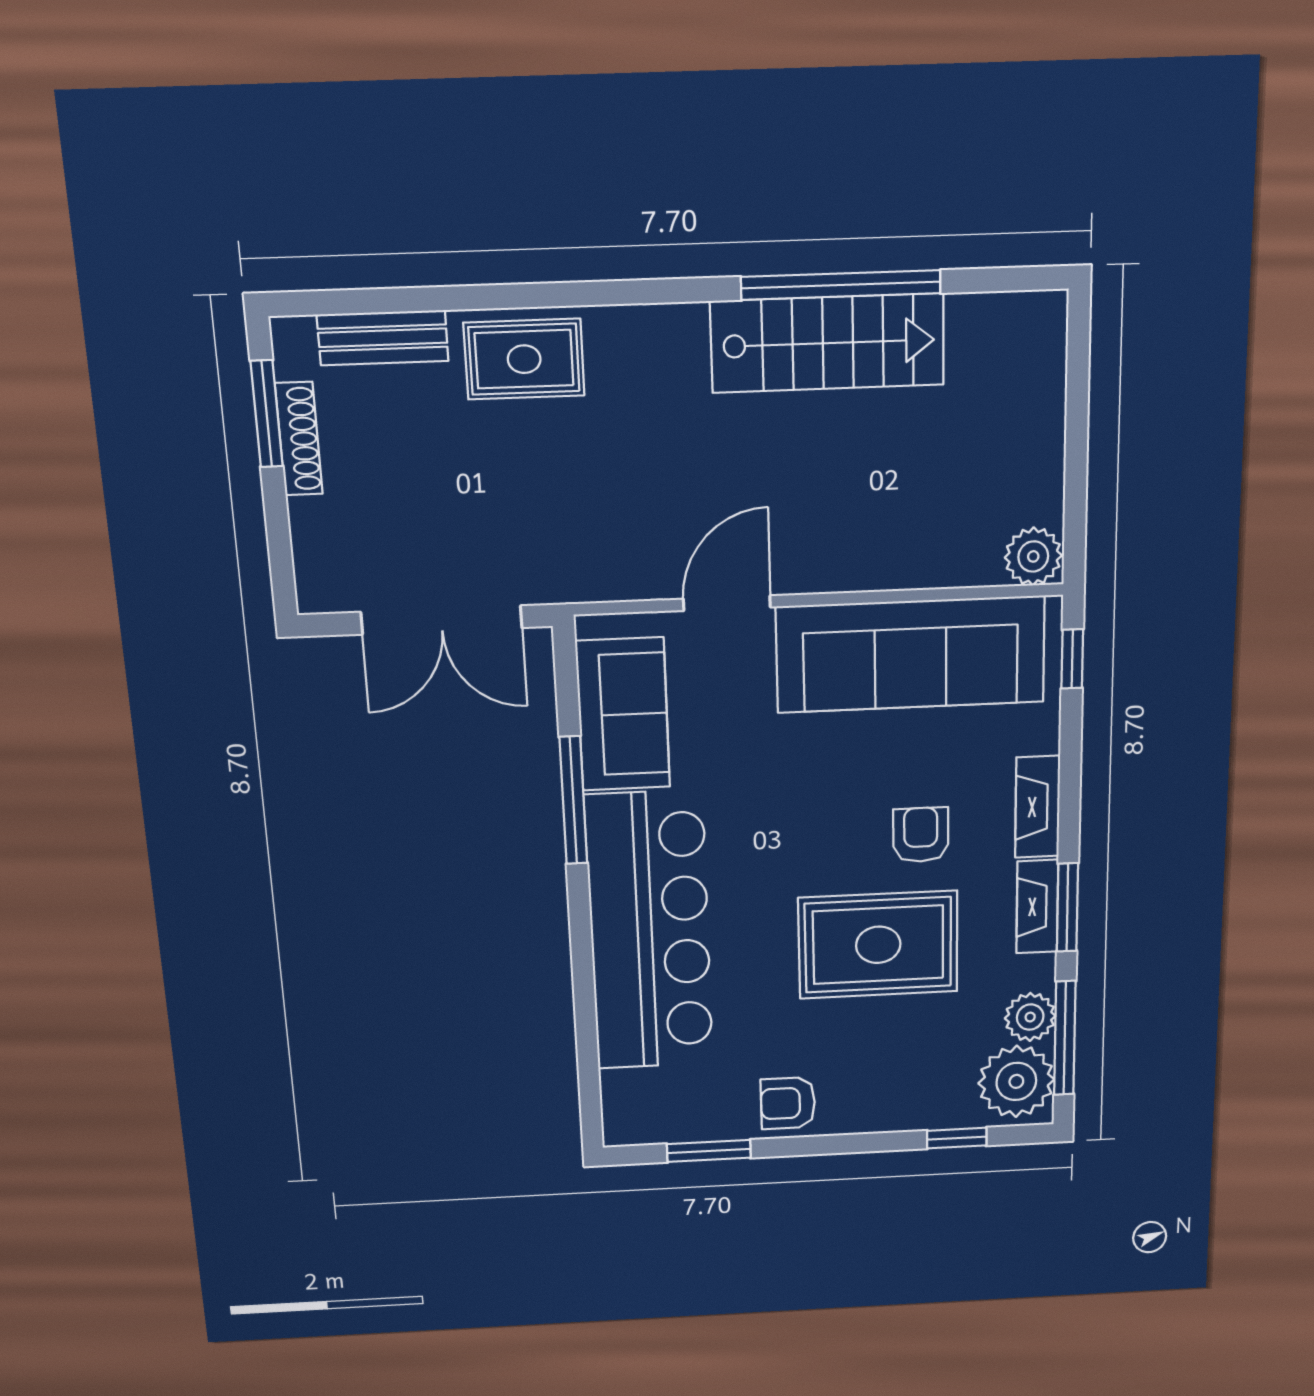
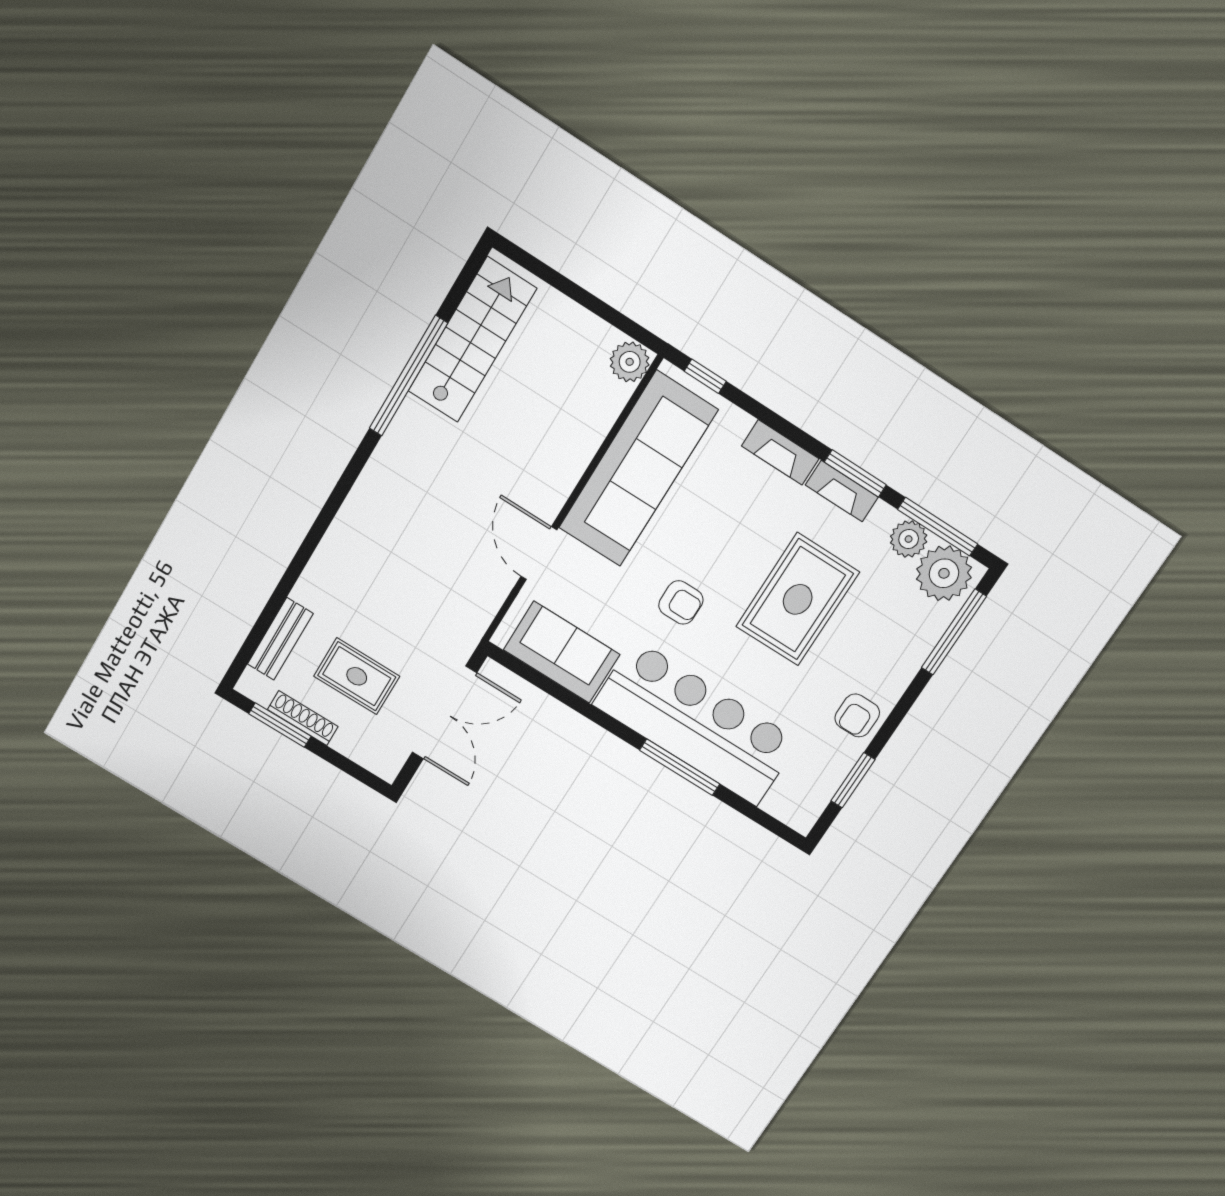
stairs: (827, 343) -> (472, 340), moved
rug: (524, 359) -> (357, 676), moved, turned 90
window: (573, 800) -> (680, 767), moved
armchair: (921, 835) -> (681, 602), moved, turned 180
window: (957, 1138) -> (954, 632), width x2.17

